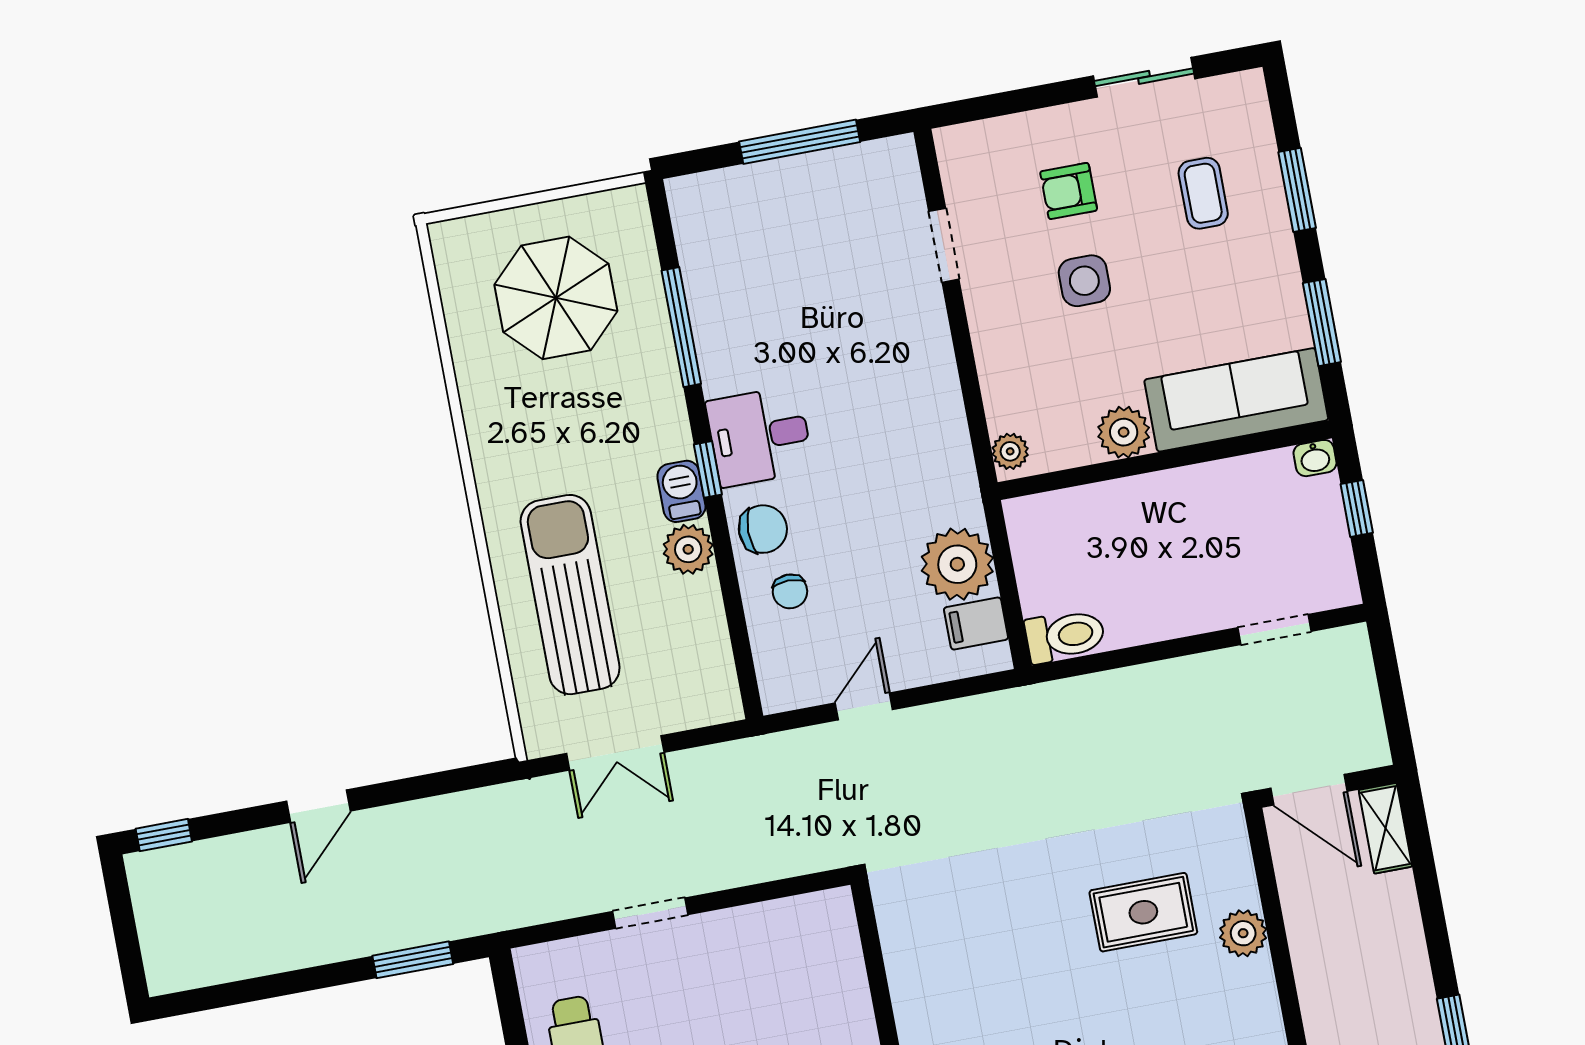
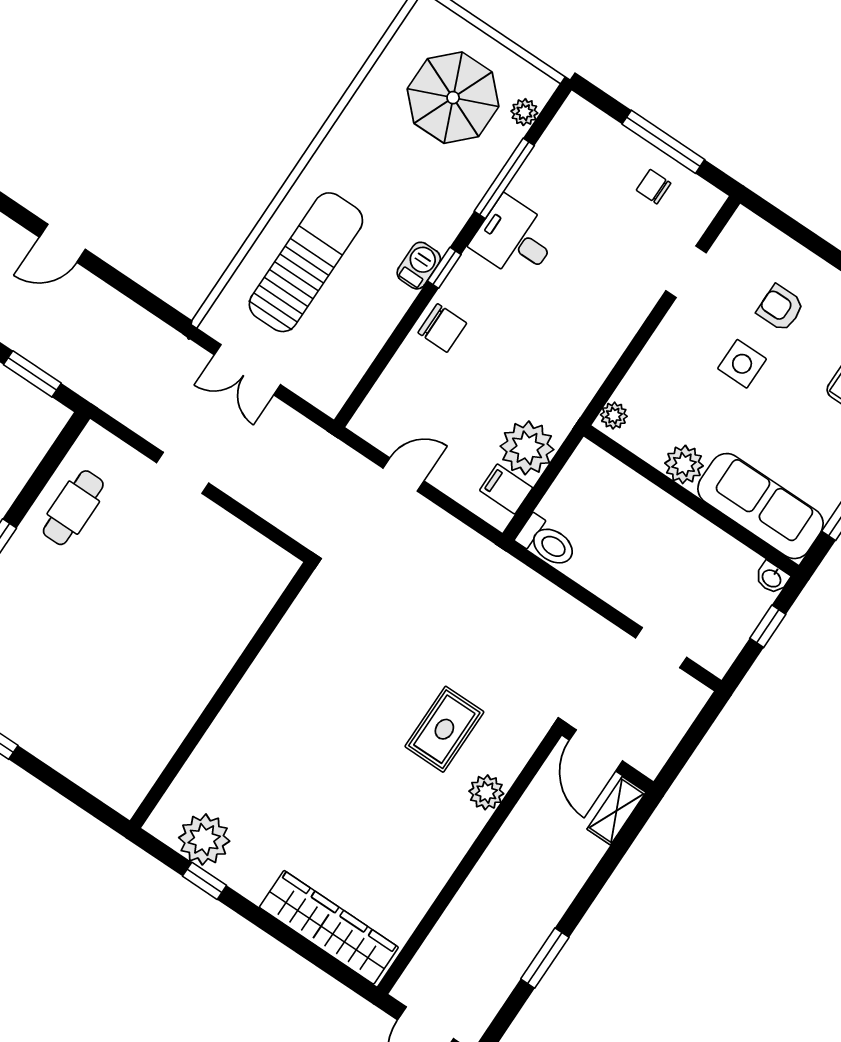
desk: (760, 436) -> (515, 239), moved
plant: (688, 549) -> (524, 112), moved, width x0.73, depth x0.73
chair: (790, 591) -> (654, 187), moved, turned 90
rug: (1143, 912) -> (444, 729), turned 90

